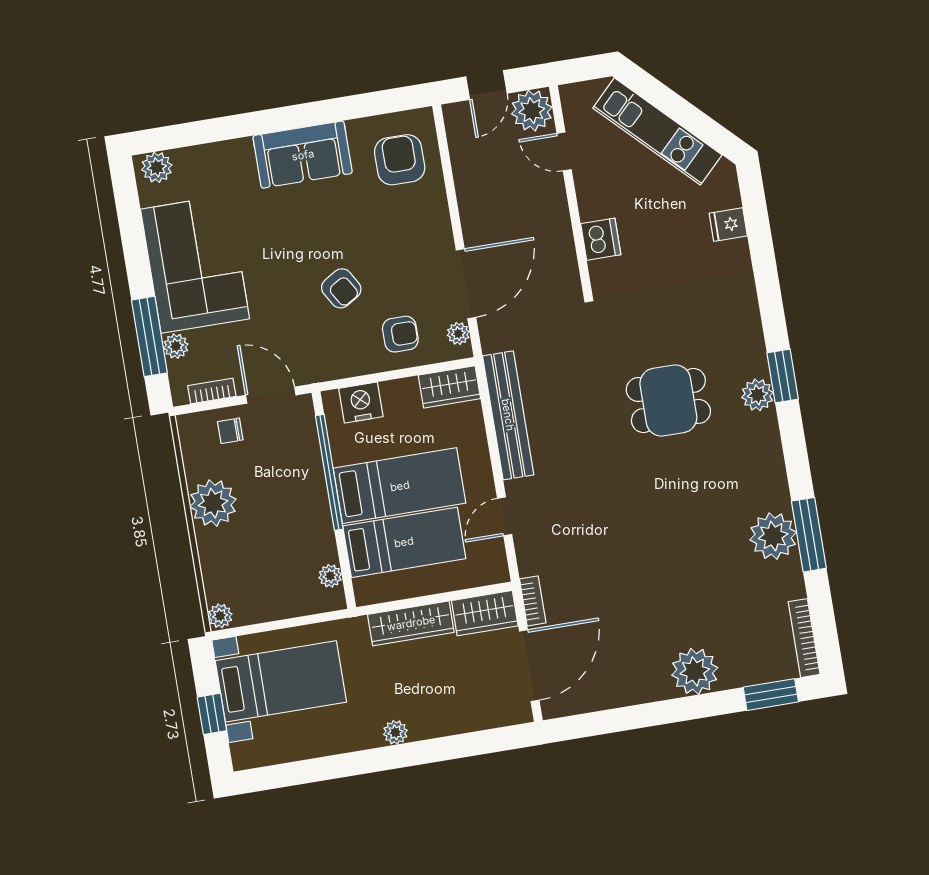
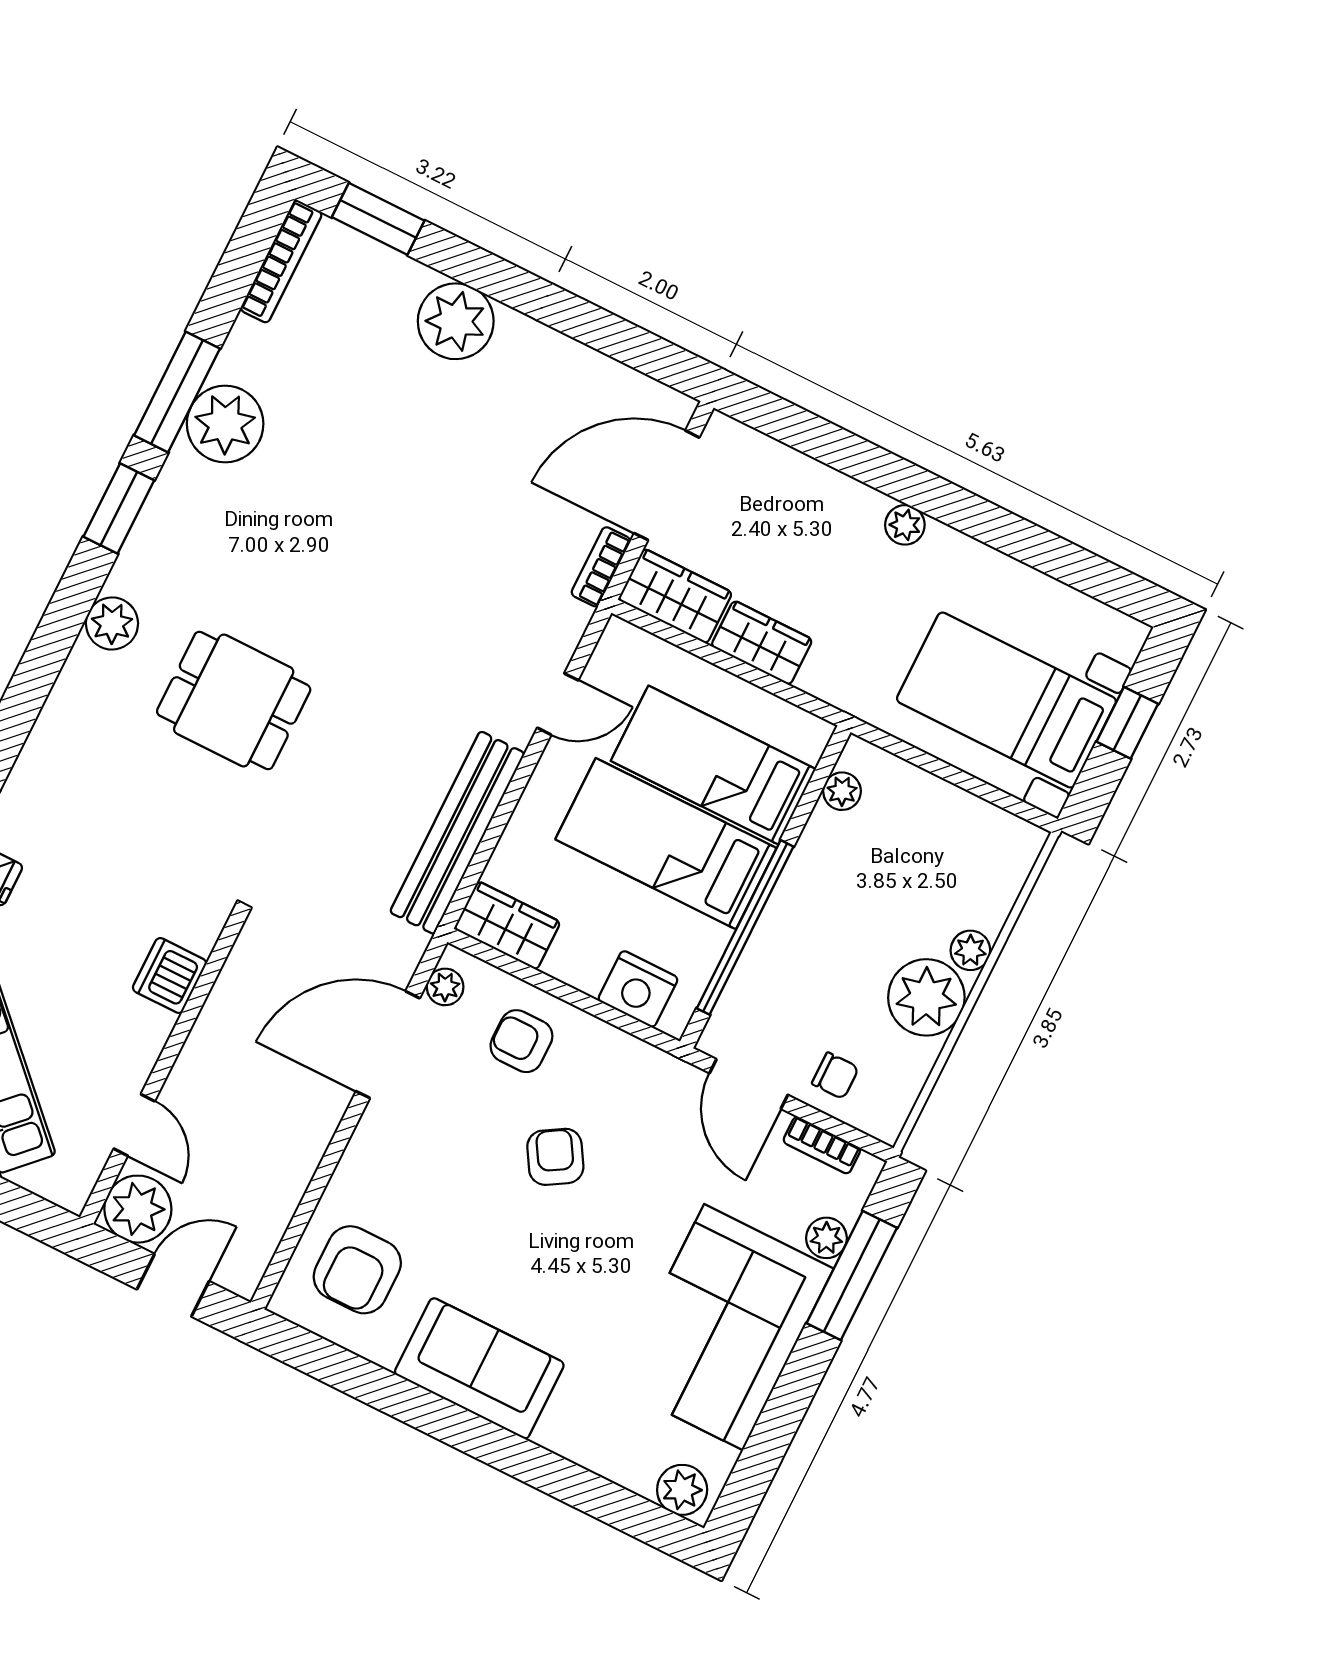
window: (783, 376) -> (119, 508), moved
plant: (220, 616) -> (970, 950), moved
wardrobe: (411, 623) -> (762, 643), width x0.67

